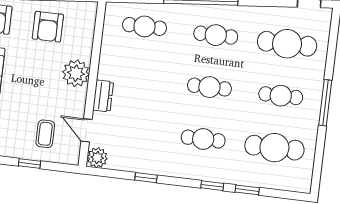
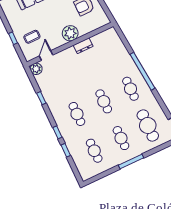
cafe table: (144, 26) -> (113, 52), removed
dresser: (103, 96) -> (83, 46), moved
cafe table: (274, 148) -> (94, 151), width x0.73, depth x0.74

